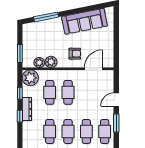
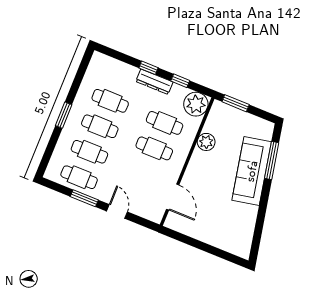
sofa: (84, 21) -> (252, 171), moved
armchair: (75, 54) -> (204, 180), removed
plant: (39, 63) -> (212, 125), removed

